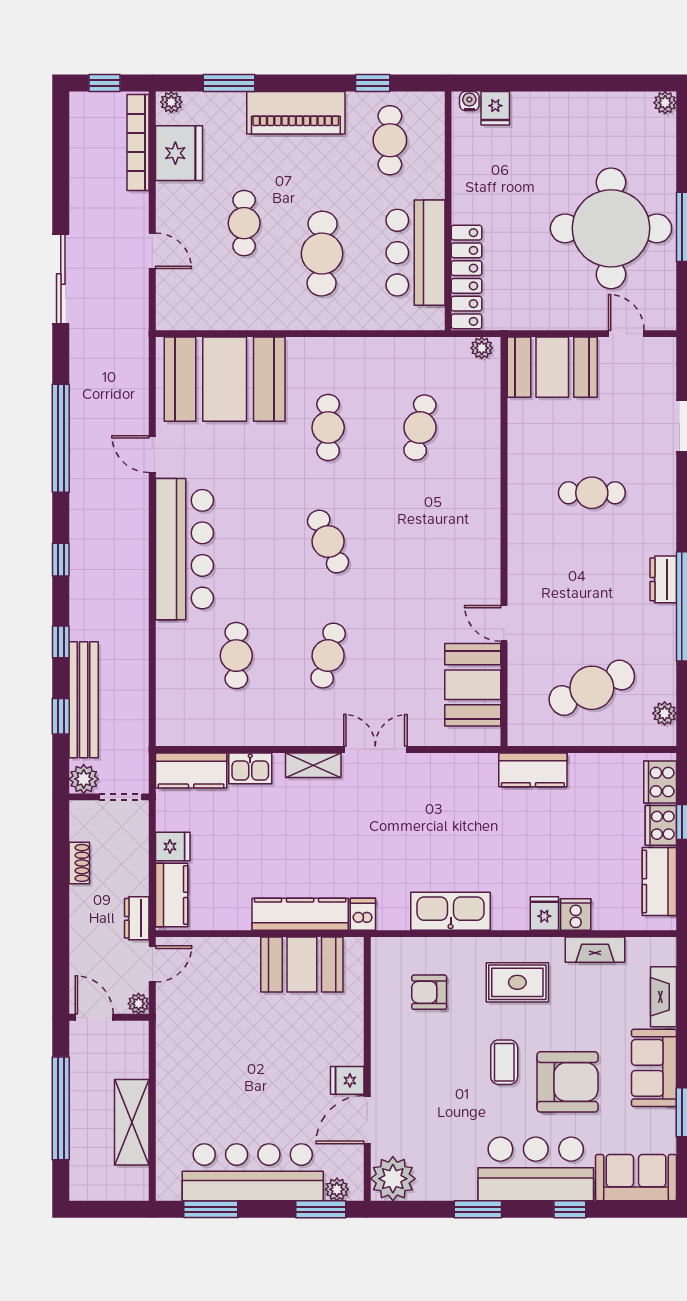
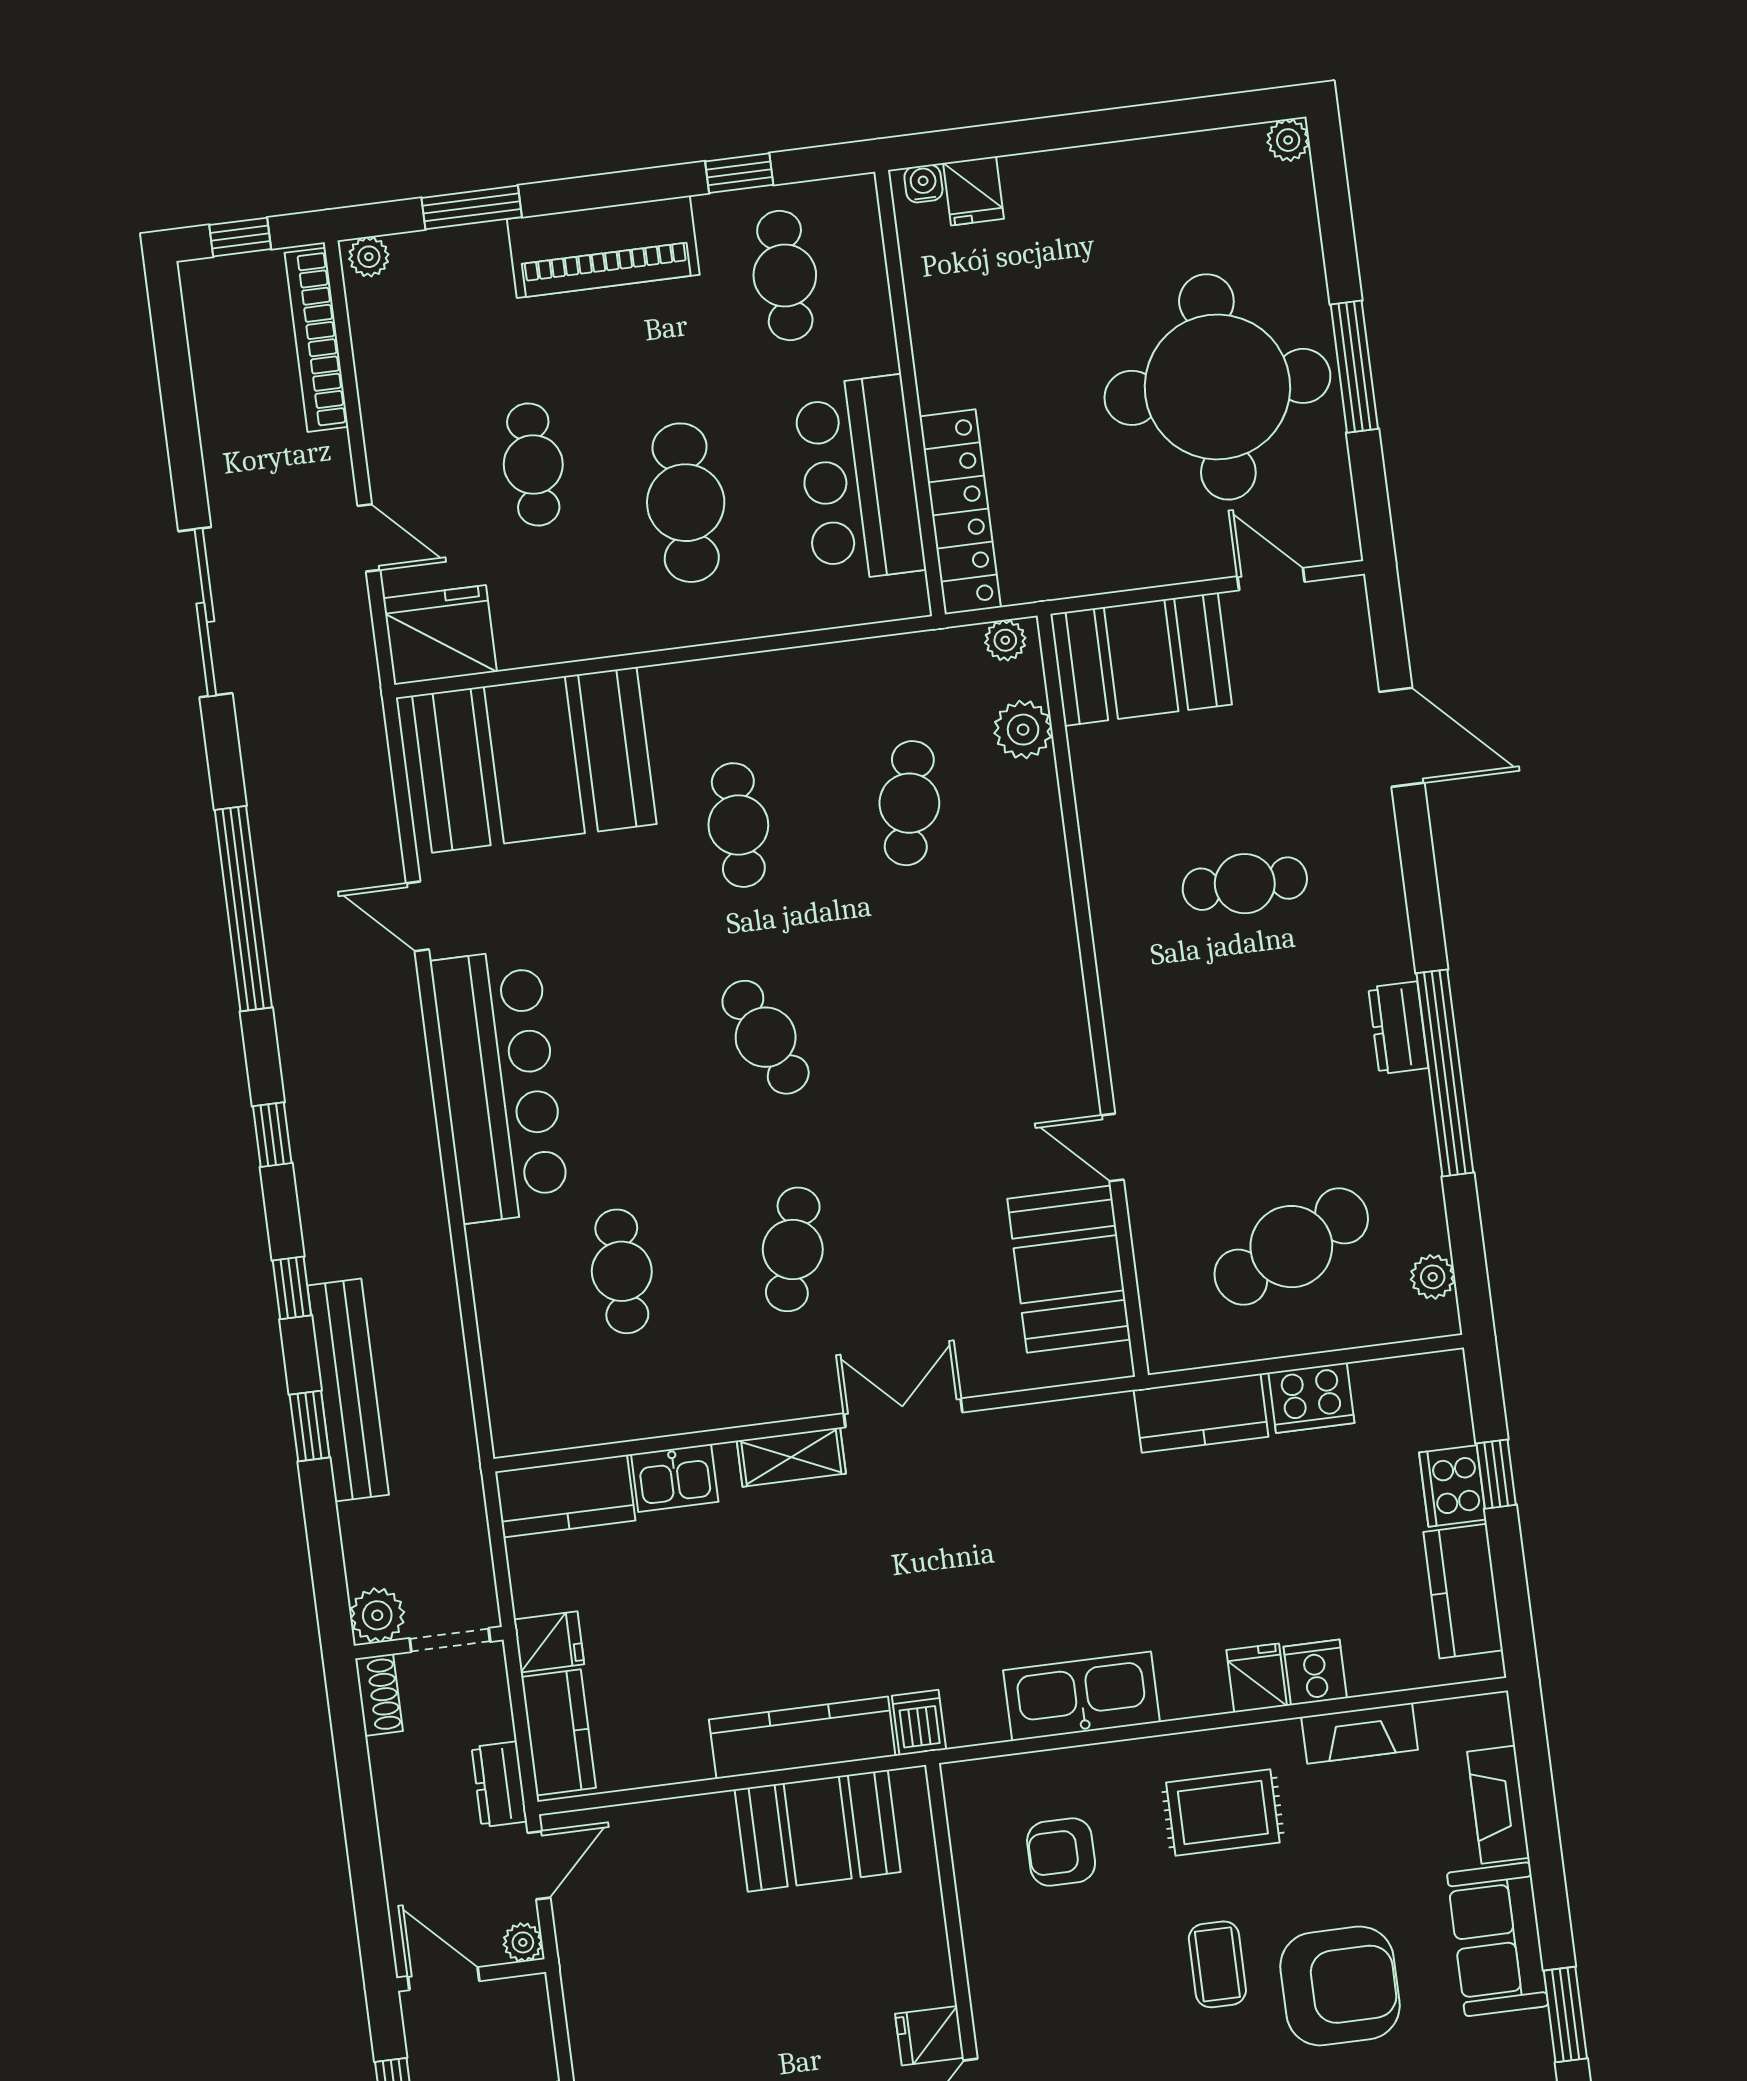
fridge: (179, 153) -> (440, 635), moved, turned -90
plant: (485, 396) -> (1023, 730), added
plant: (84, 779) -> (377, 1615), moved
cooker: (660, 782) -> (1311, 1398), moved, turned -90
wall: (109, 797) -> (429, 1643), moved
doorway: (120, 797) -> (450, 1640), moved

